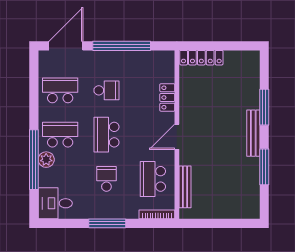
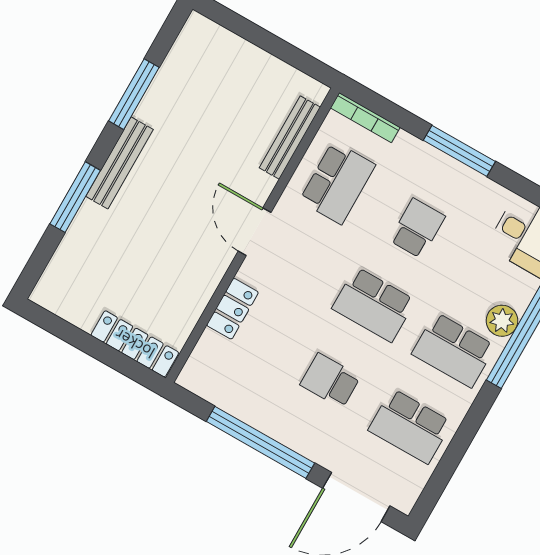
school desk: (106, 135) -> (374, 304), turned 90
door: (177, 137) -> (255, 232), swing flipped
school desk: (106, 179) -> (417, 228), turned 180

